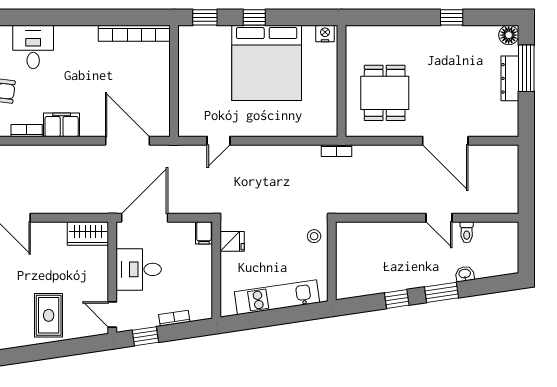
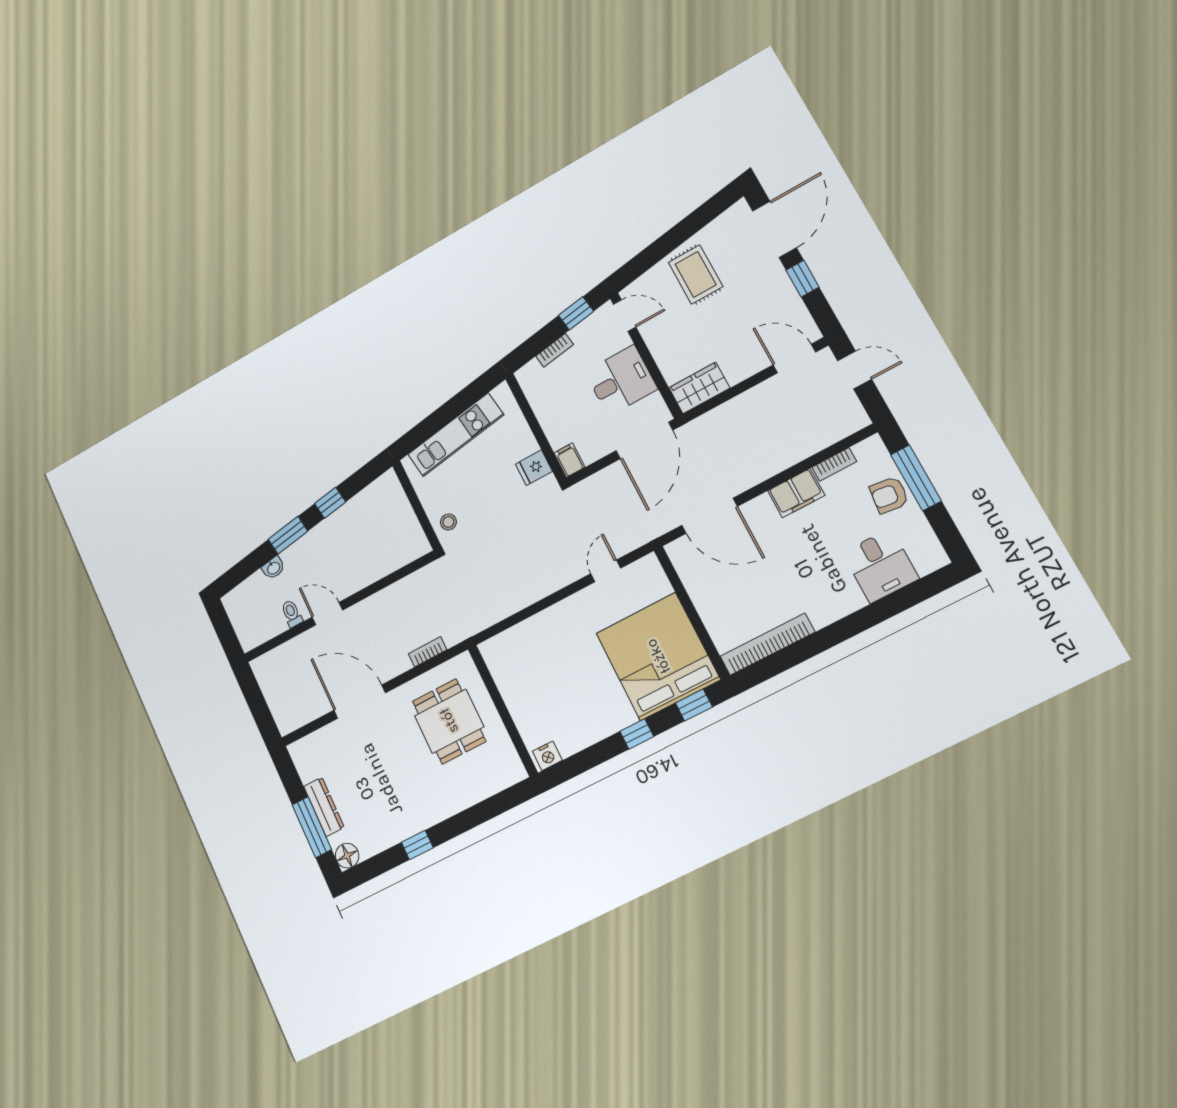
bed: (267, 63) -> (658, 656), moved
bookcase: (336, 151) -> (428, 652), moved

